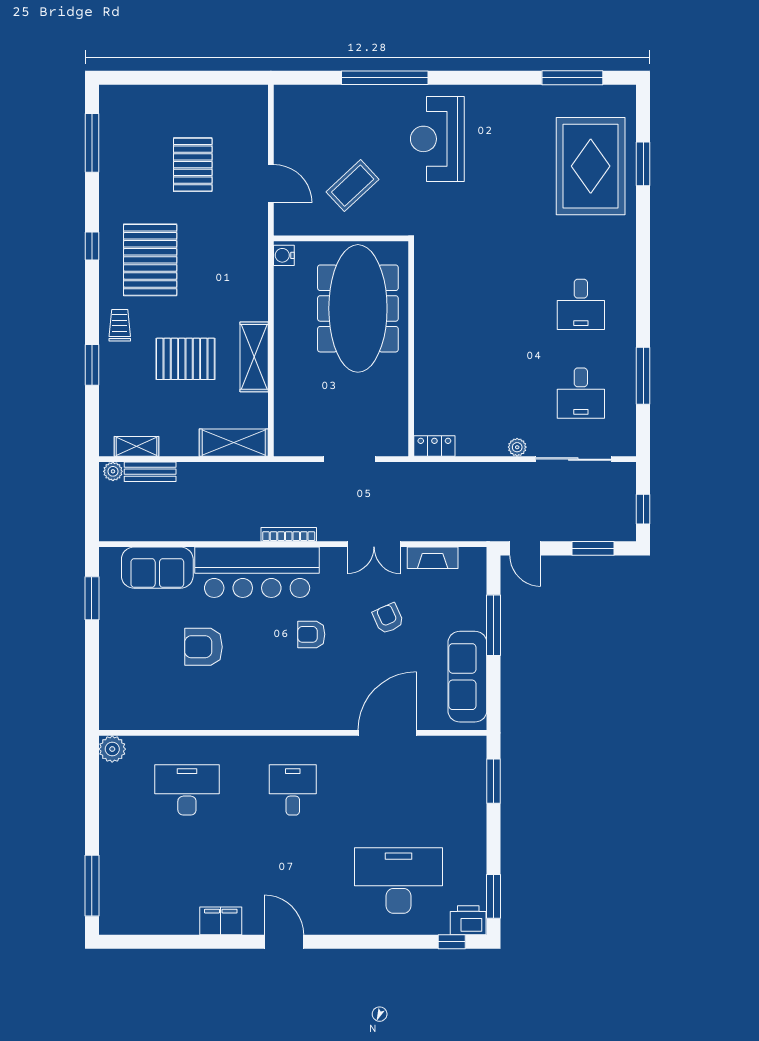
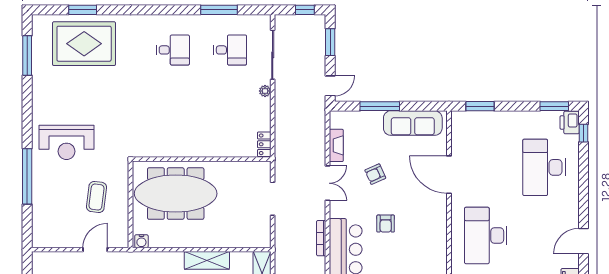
coffee table: (353, 186) -> (97, 197), turned 50
desk: (293, 790) -> (486, 236), width x1.87, depth x1.30

